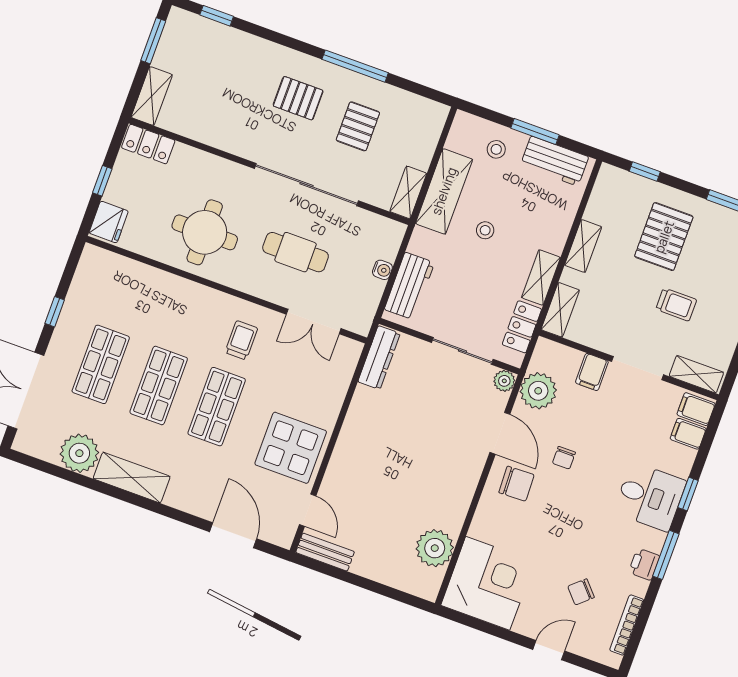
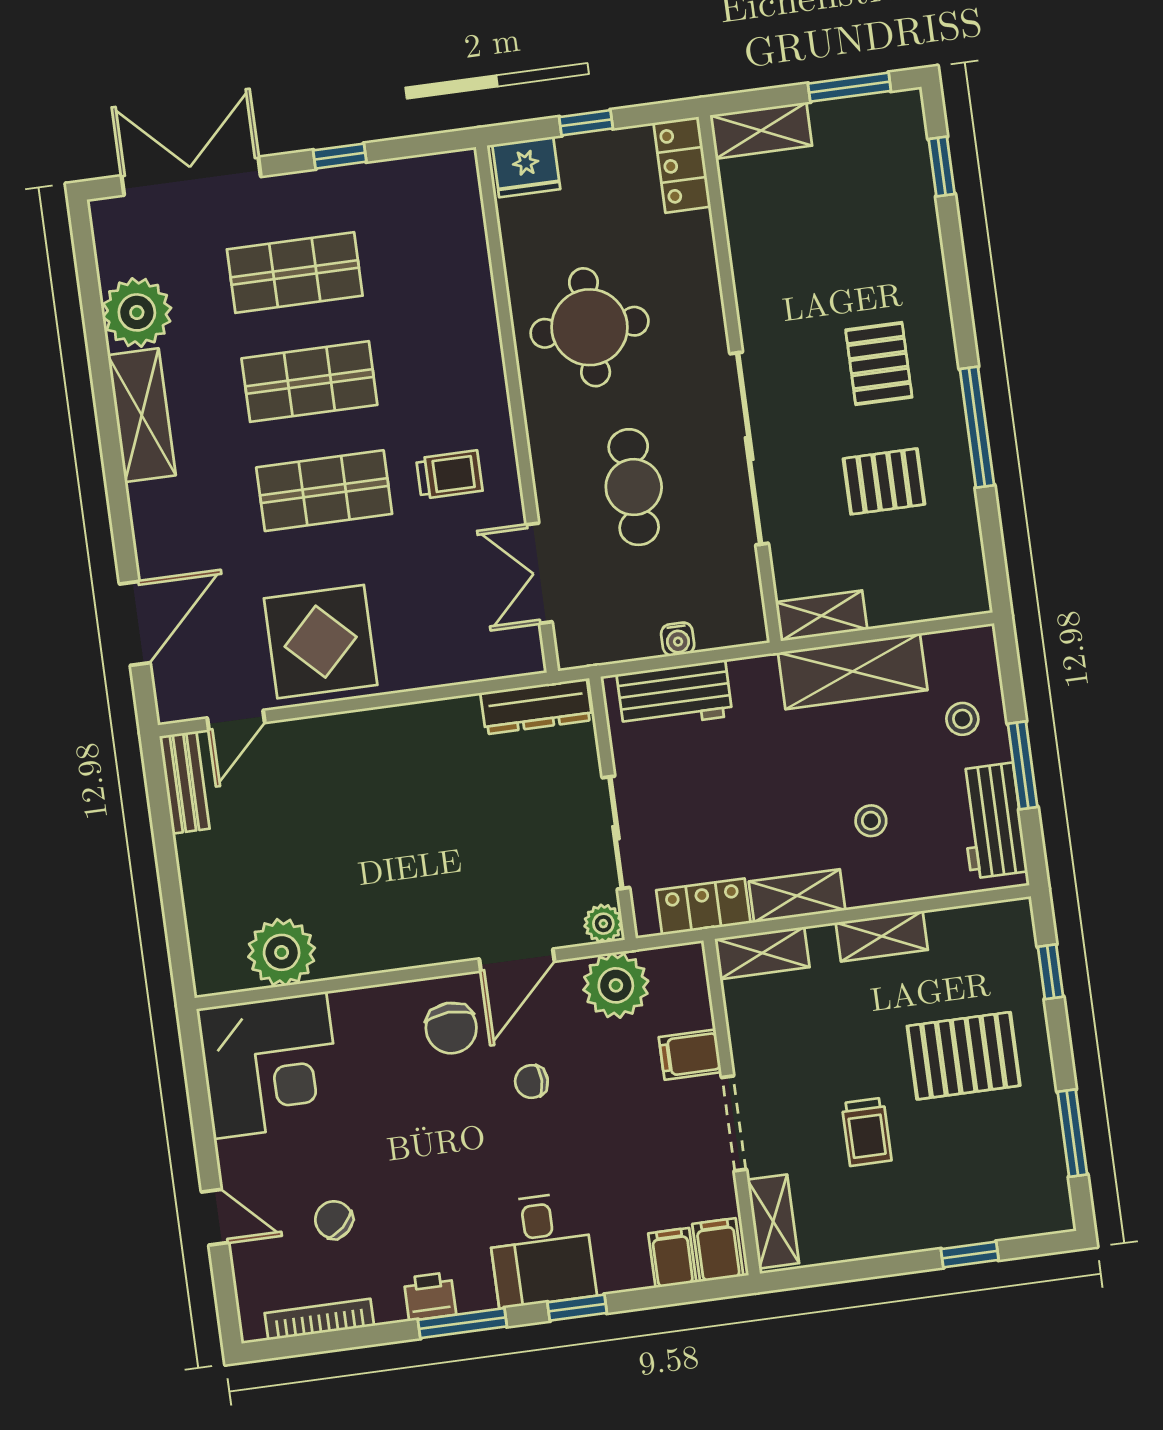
stool: (485, 230) -> (871, 821), moved

